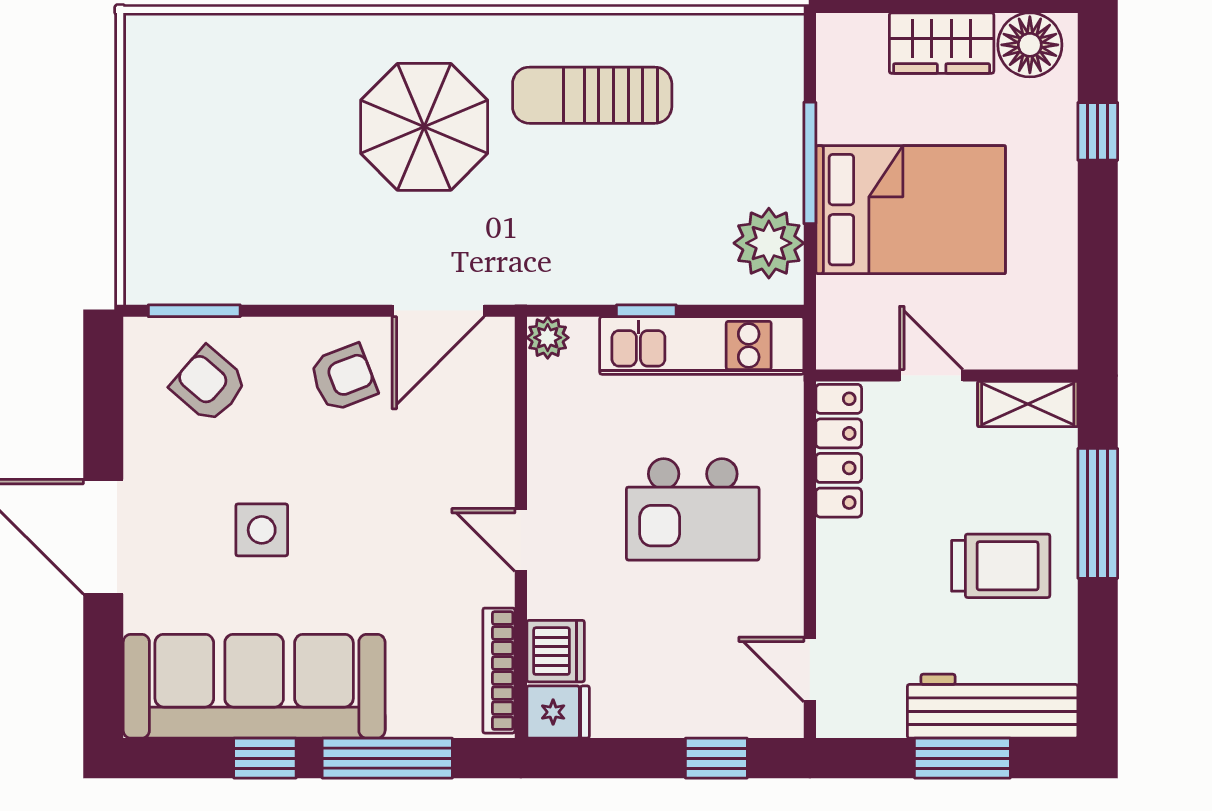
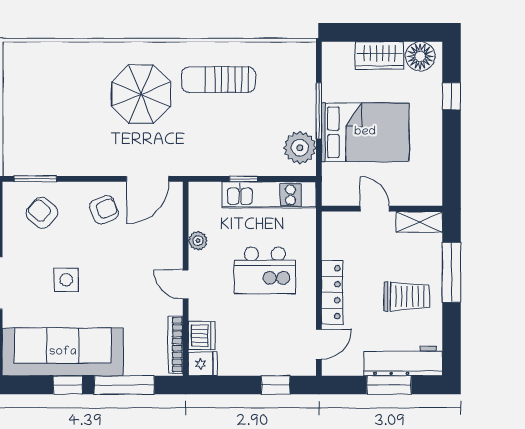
plant: (548, 338) -> (198, 241), moved
locker: (839, 451) -> (332, 292), moved
door: (810, 669) -> (319, 344), swing flipped

